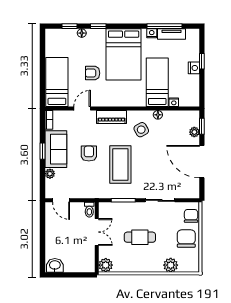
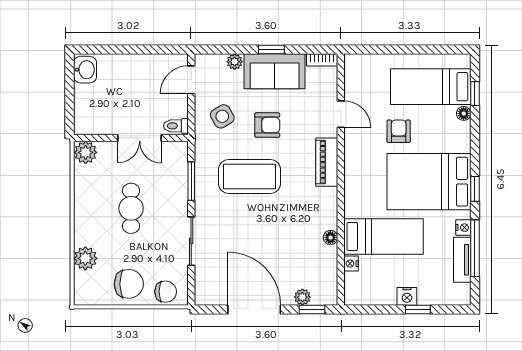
window: (98, 26) -> (475, 189), moved
bed: (57, 82) -> (431, 87), moved, turned 180
side table: (141, 130) -> (222, 116), moved
door: (202, 162) -> (254, 309), hinge flipped

